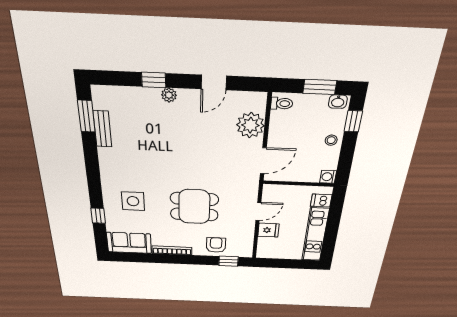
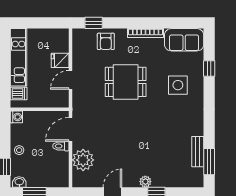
toilet: (282, 103) -> (61, 146), moved

